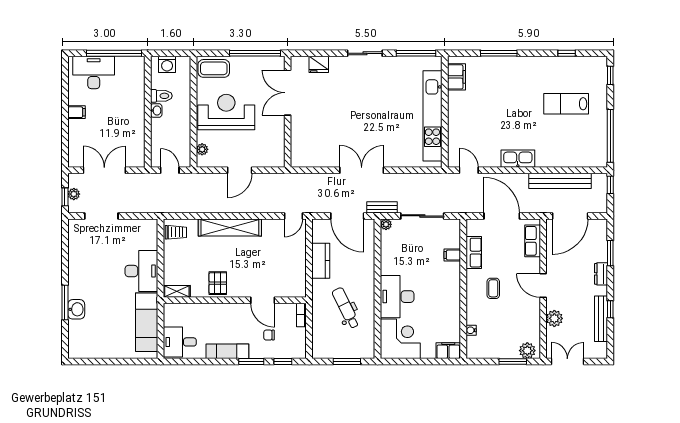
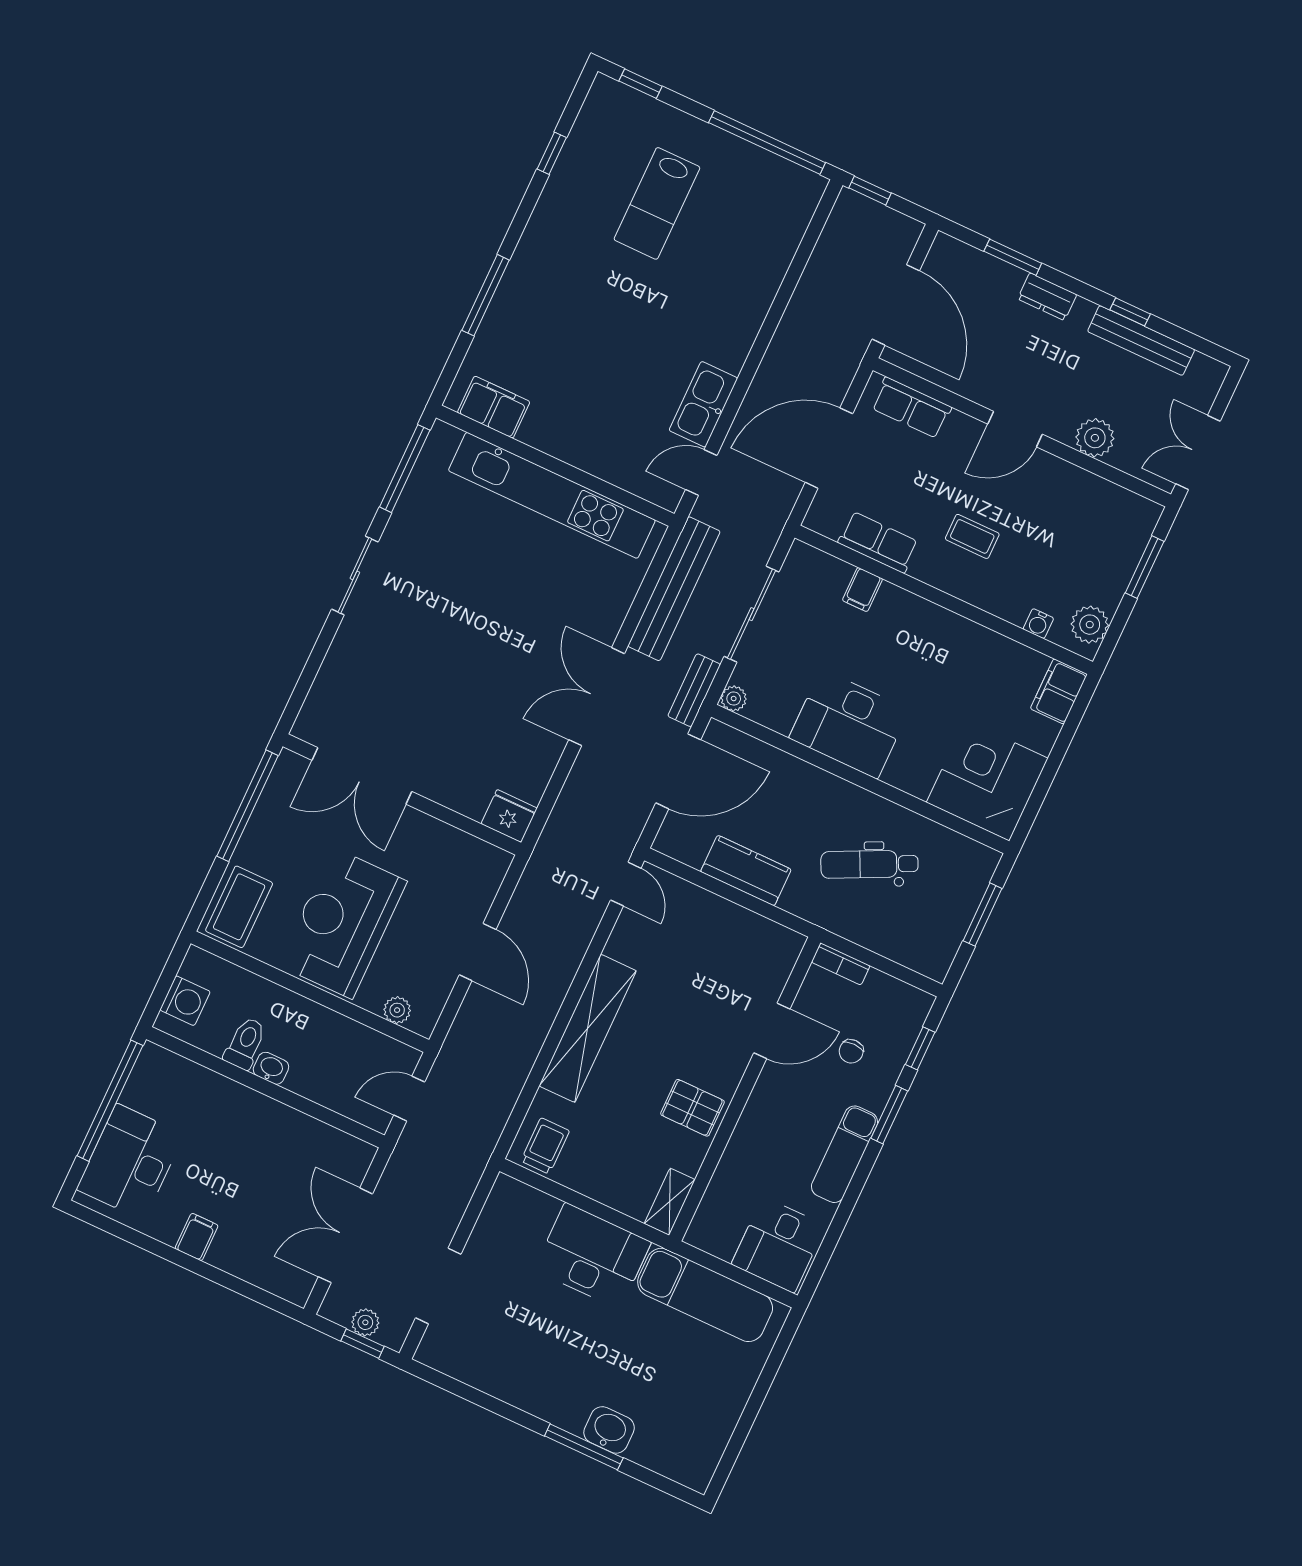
fridge: (319, 64) -> (509, 816), moved, turned -90
kitchen sink: (518, 159) -> (703, 404), moved
bench: (560, 181) -> (674, 589), moved
desk: (397, 297) -> (849, 724), moved
plant: (527, 351) -> (1090, 625), moved

